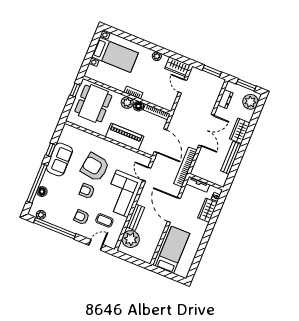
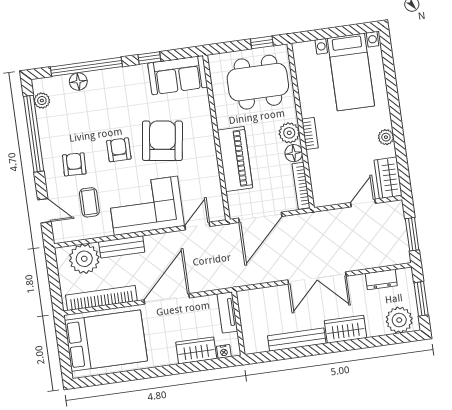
sofa: (60, 159) -> (178, 75), moved
bookcase: (185, 167) -> (101, 298), moved
bed: (172, 250) -> (106, 341), width x1.50

